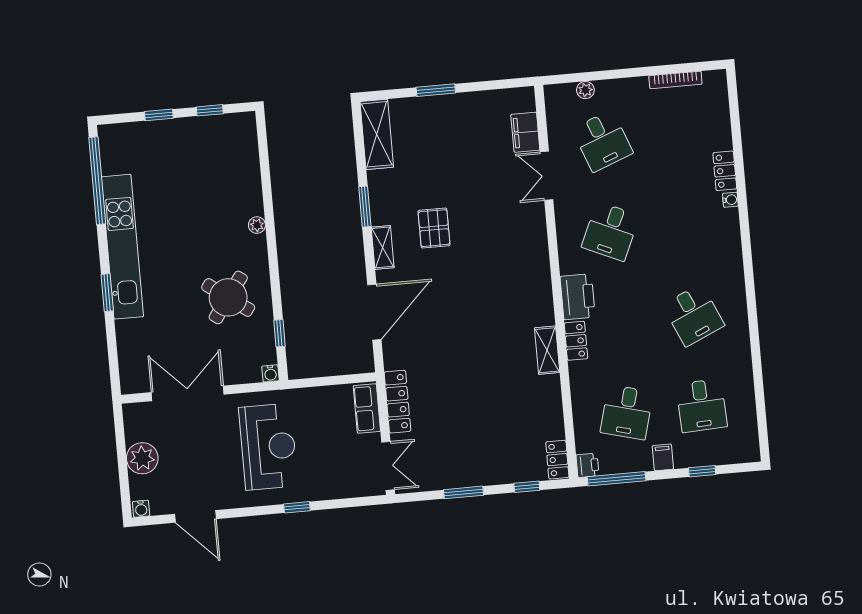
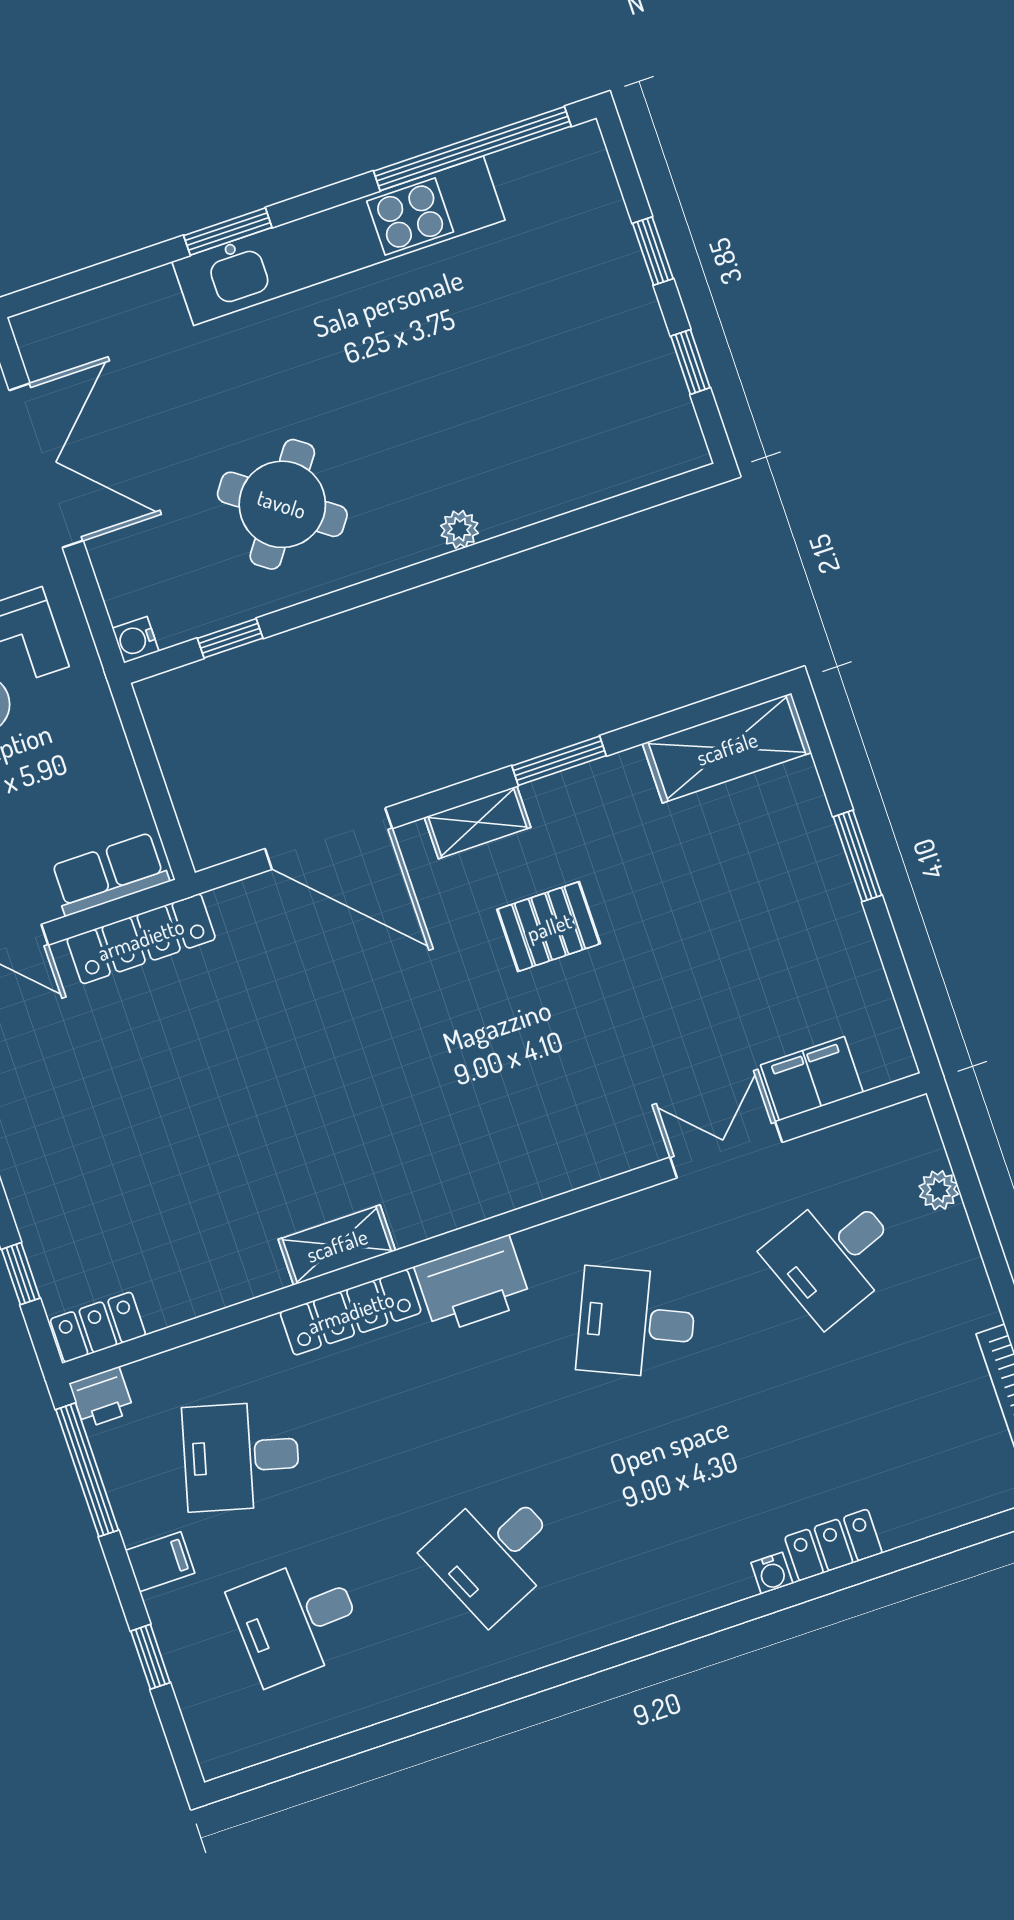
locker: (576, 341) -> (351, 1312), width x1.53

